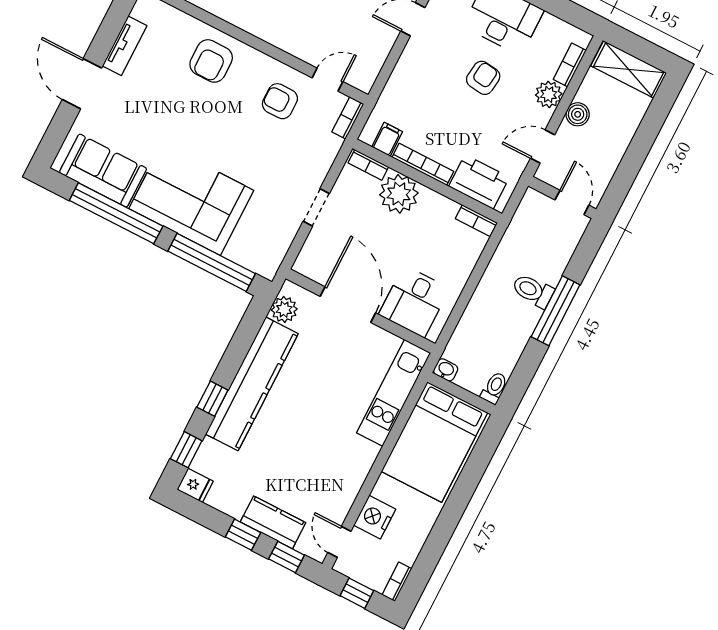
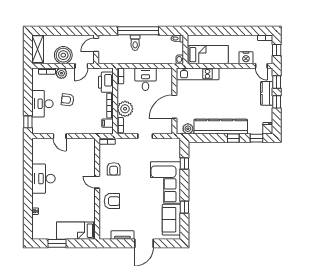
door: (327, 80) -> (97, 182), moved
boiler: (578, 114) -> (63, 55), width x1.86, depth x1.86
door: (543, 146) -> (81, 66), hinge flipped
window: (116, 213) -> (184, 207), width x0.32
window: (212, 262) -> (184, 164), width x0.32
desk: (414, 301) -> (145, 79), moved, turned -90
window: (556, 311) -> (138, 31), width x1.46
bed: (435, 442) -> (208, 55), width x0.67
door: (339, 542) -> (261, 66), hinge flipped

